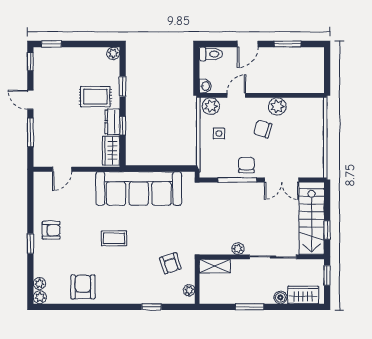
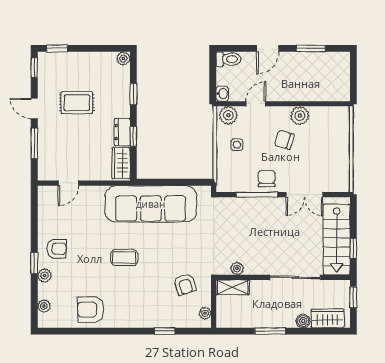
rug: (95, 97) -> (77, 103), moved
plant: (238, 249) -> (237, 268), moved
armchair: (83, 287) -> (91, 310), turned -90
plant: (40, 297) -> (45, 275), moved

